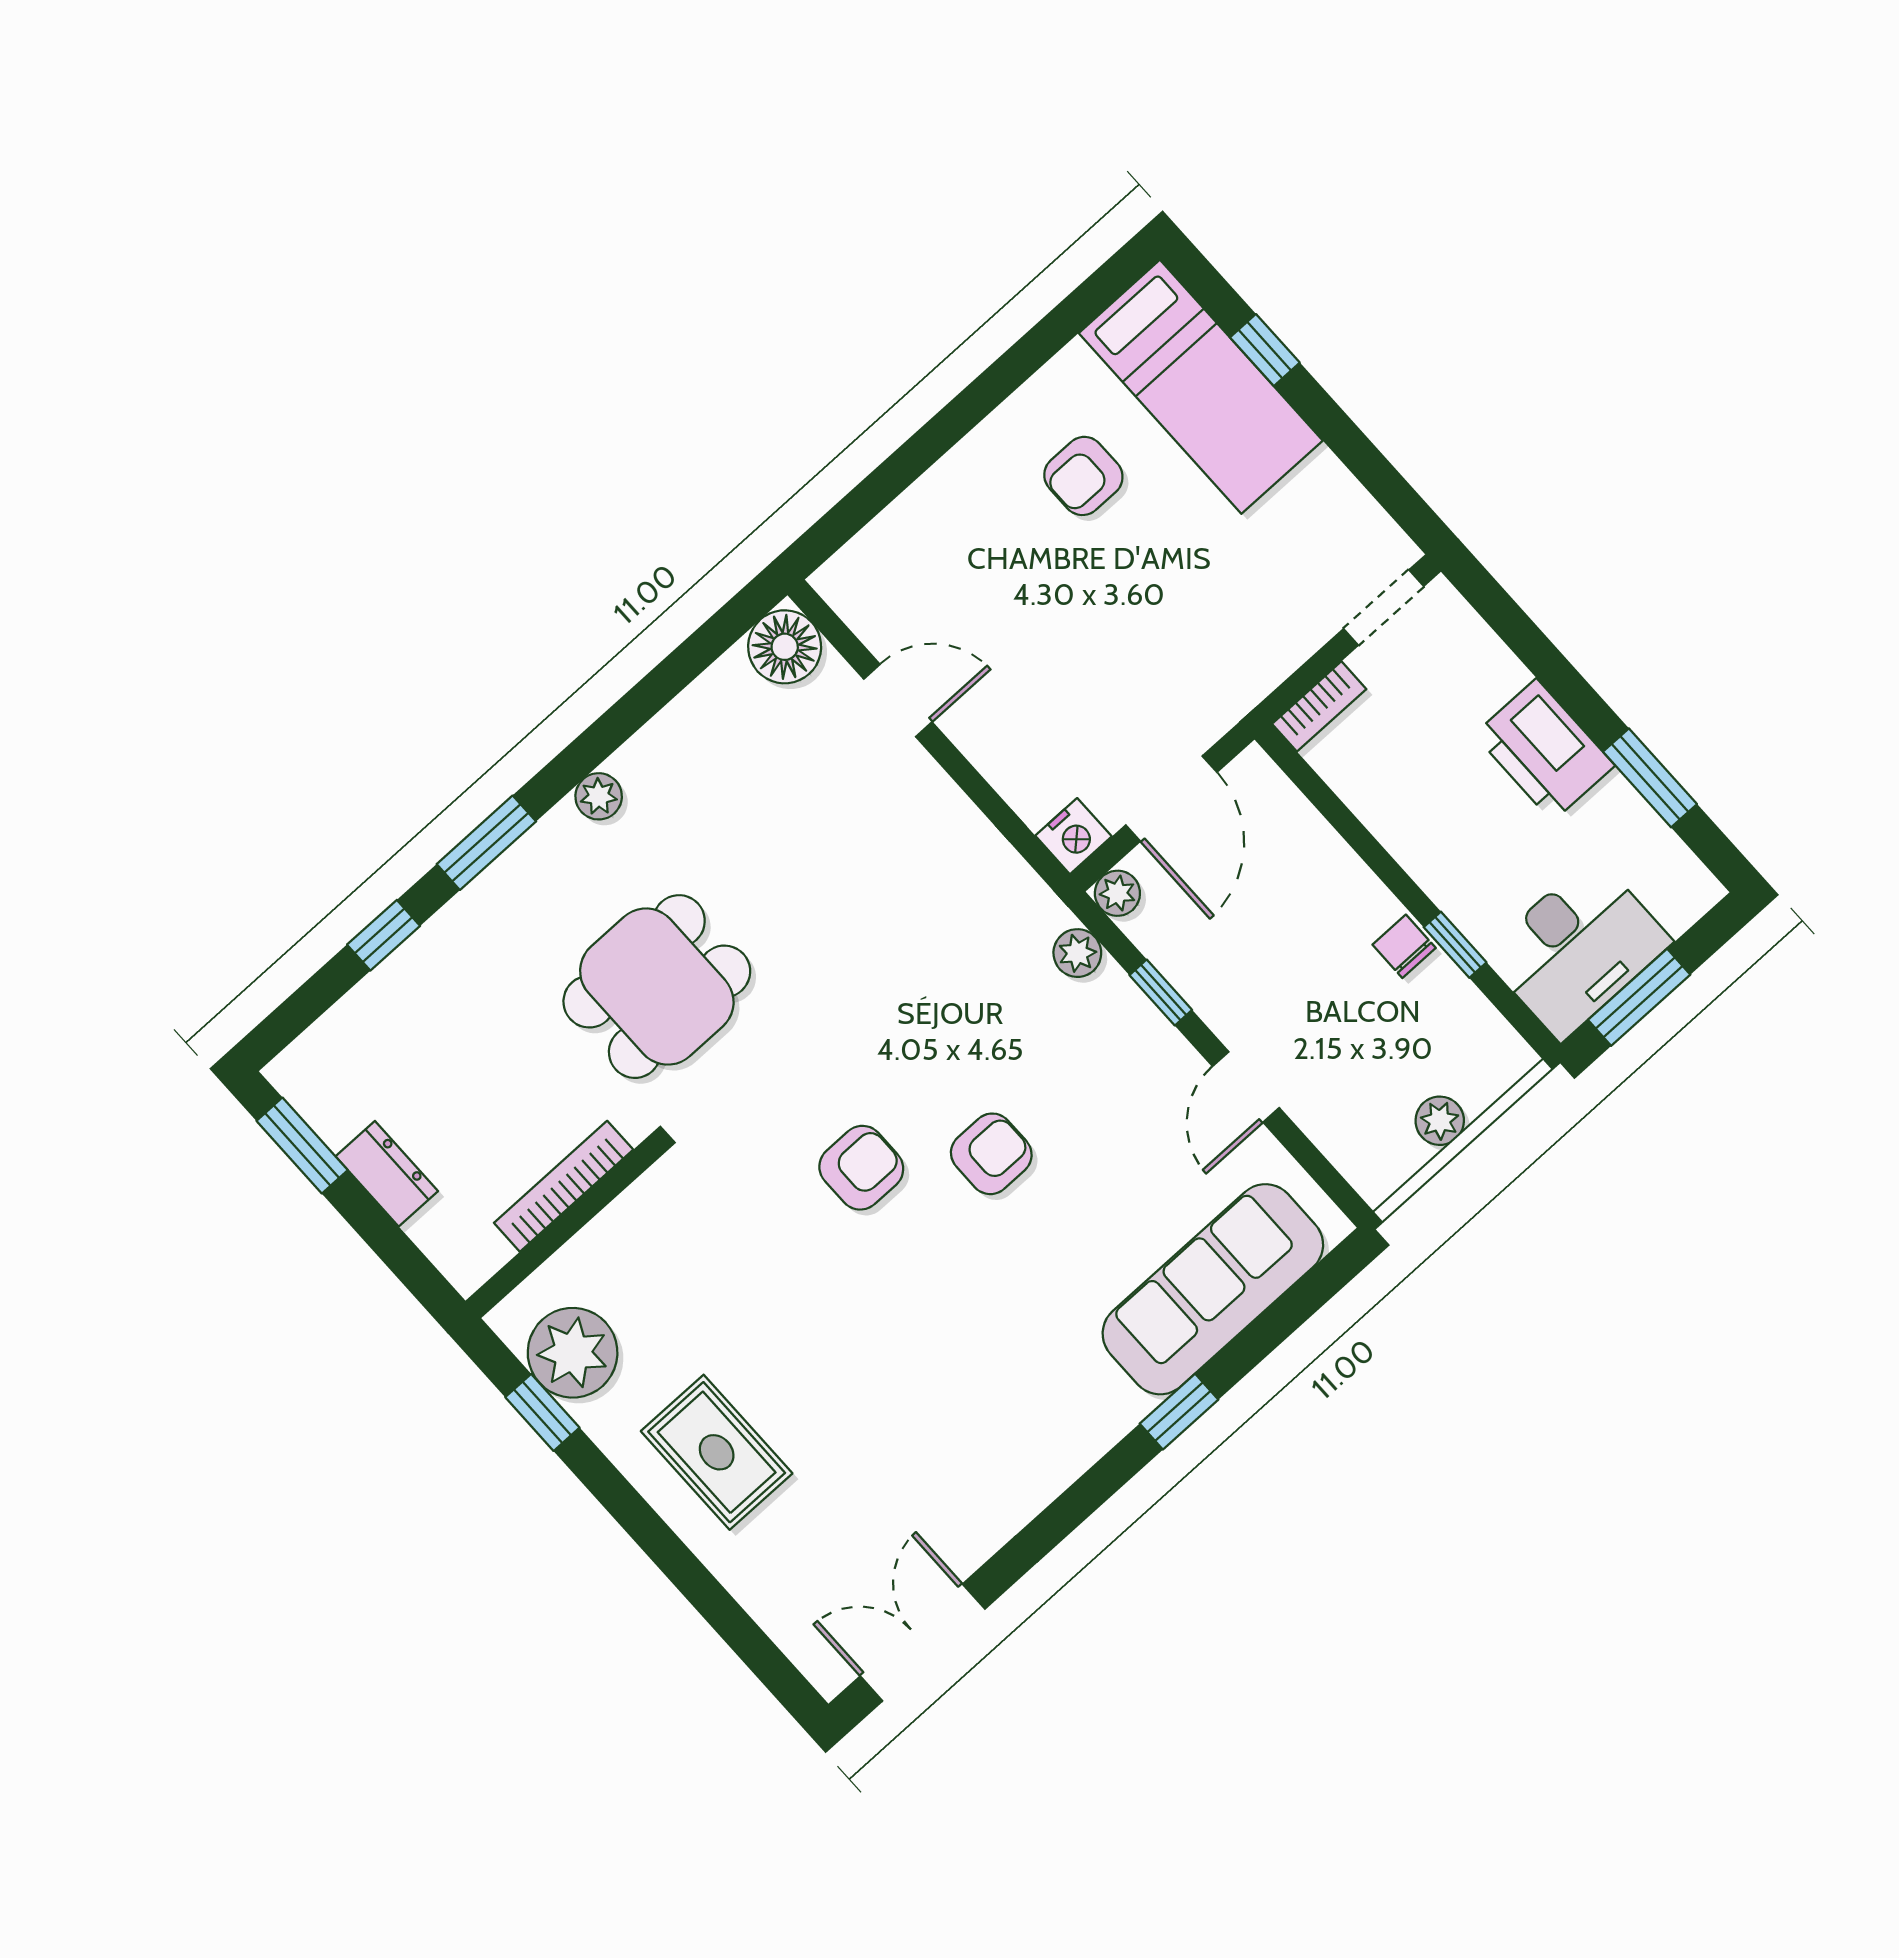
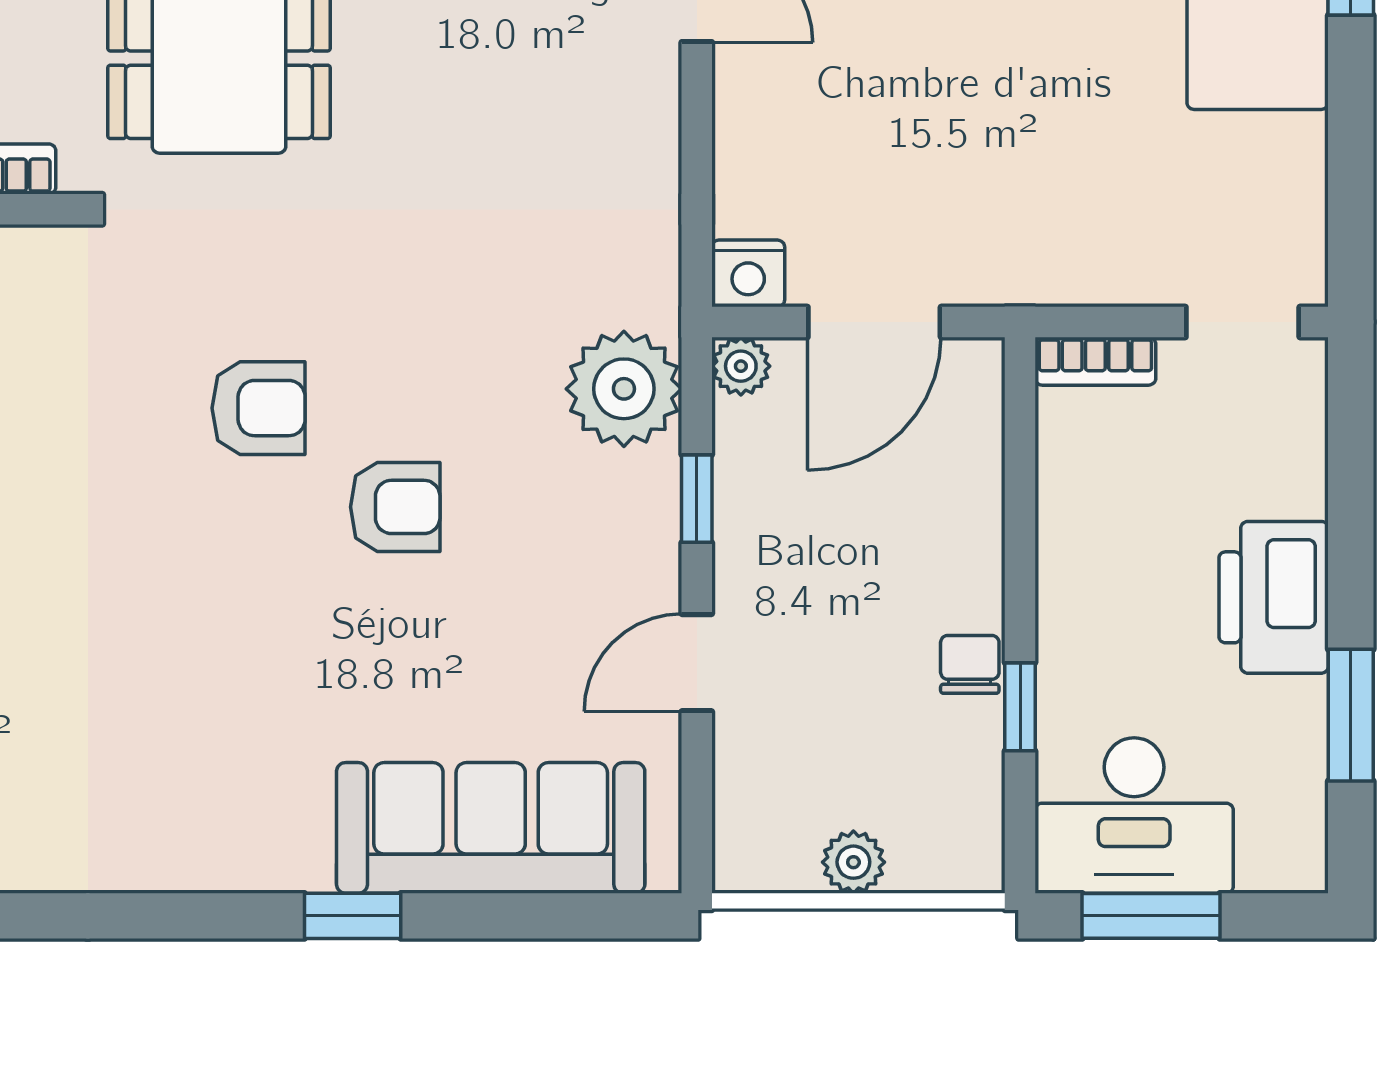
plant: (1077, 953) -> (624, 389), width x1.87, depth x1.87

